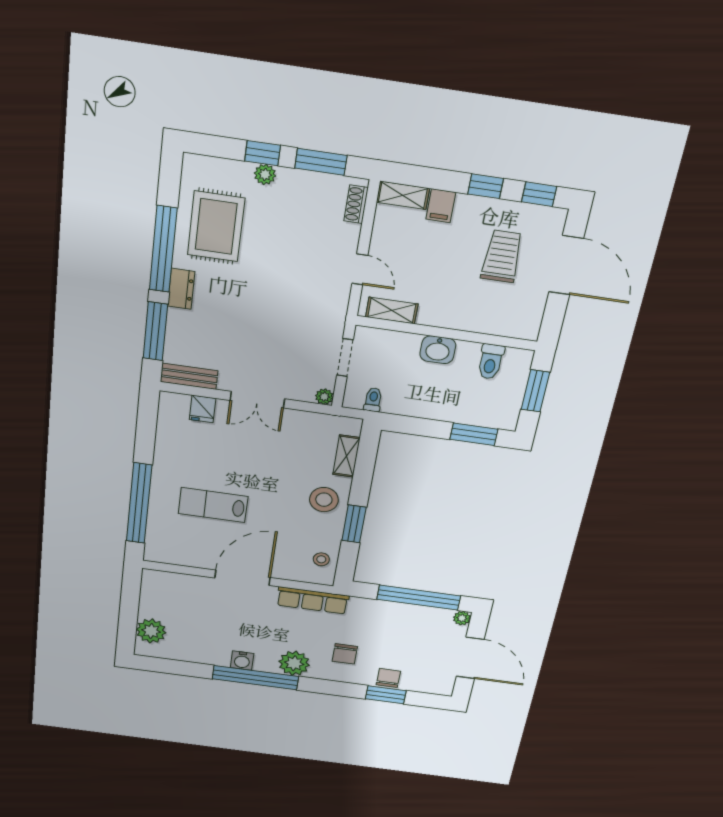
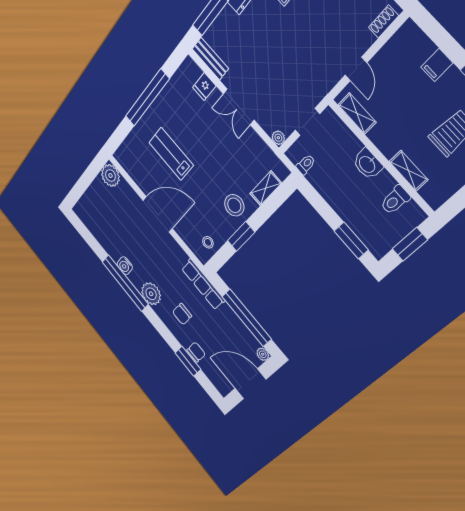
shelving: (403, 195) -> (409, 171), moved
window: (139, 503) -> (147, 98), moved
row of seats: (313, 600) -> (203, 284), moved
plant: (151, 631) -> (110, 175), moved
door: (470, 658) -> (250, 384), swing flipped

